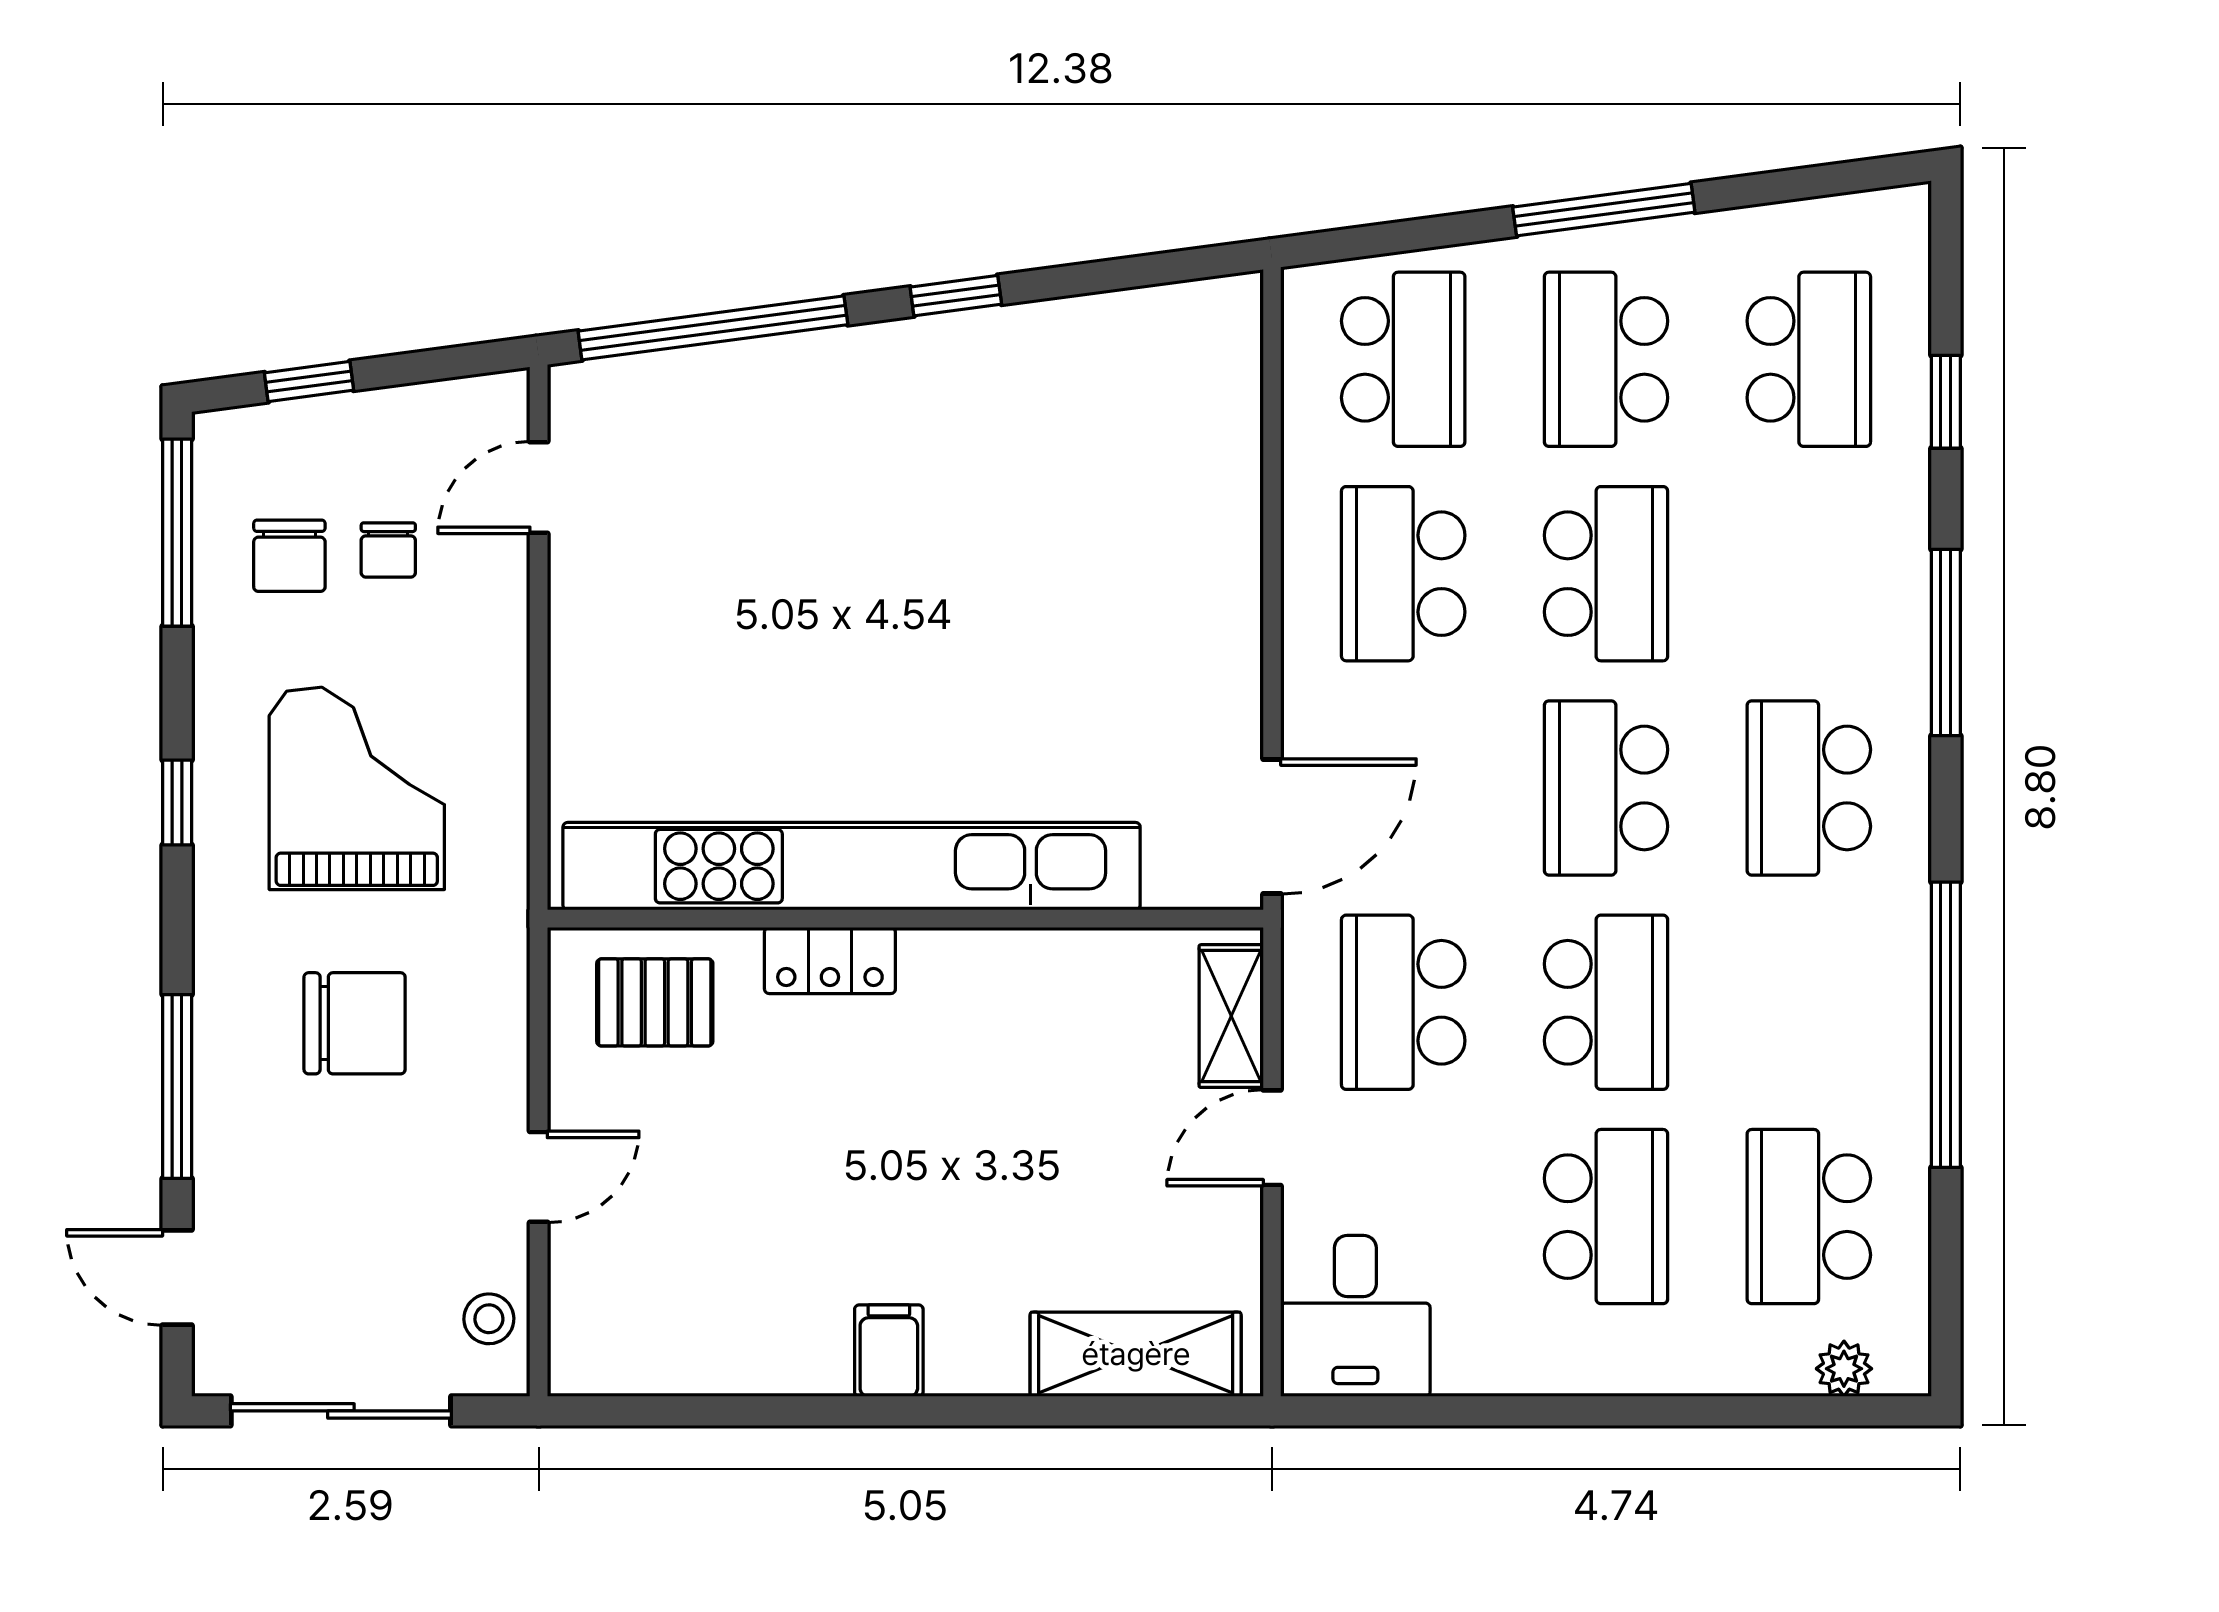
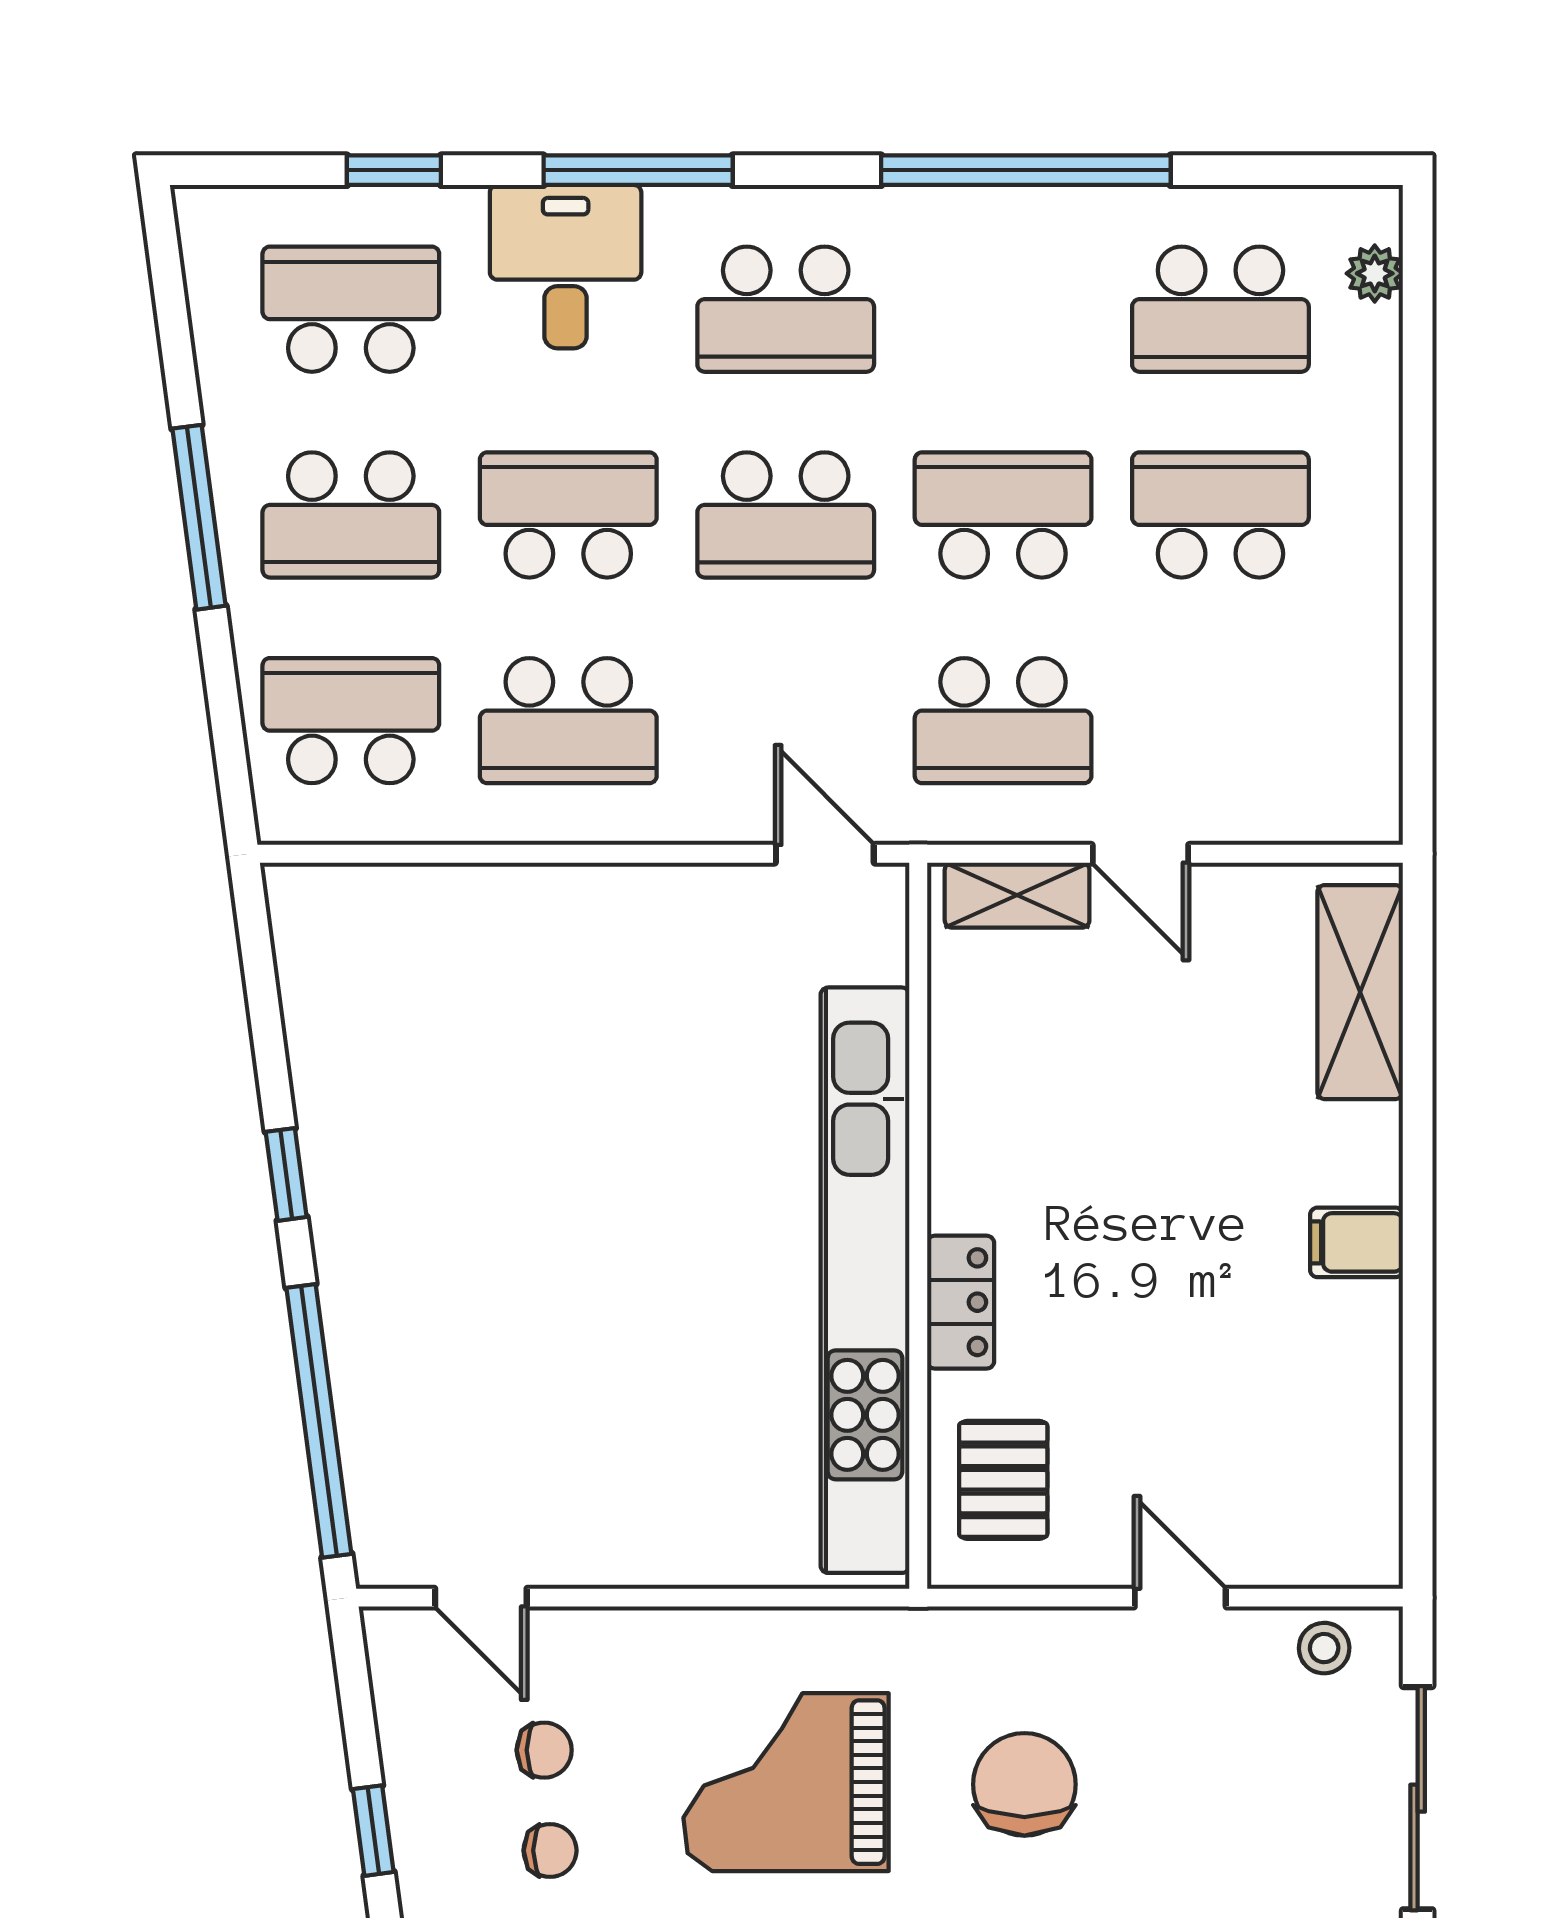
chair: (289, 556) -> (550, 1850), width x0.73, depth x0.73
door: (1272, 826) -> (825, 854), width x0.73
desk: (1355, 1316) -> (566, 267), moved, turned -90

